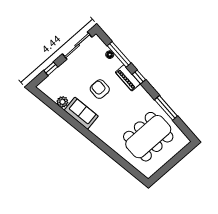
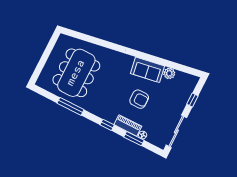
window: (119, 54) -> (134, 139), width x0.69
piano: (128, 78) -> (128, 125), moved

